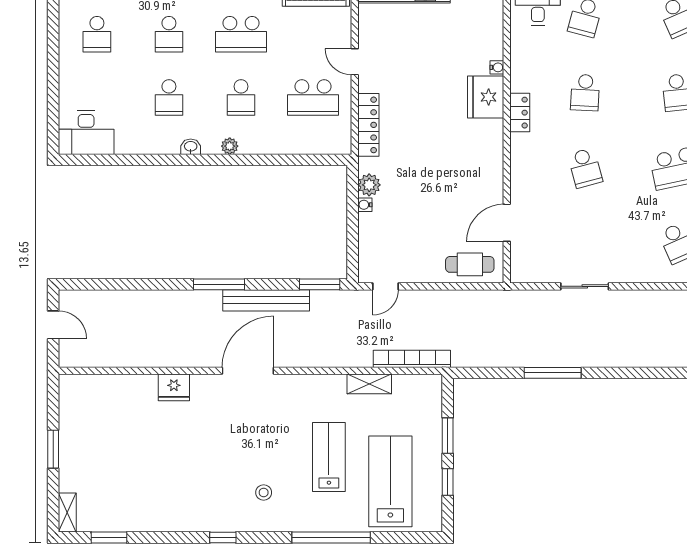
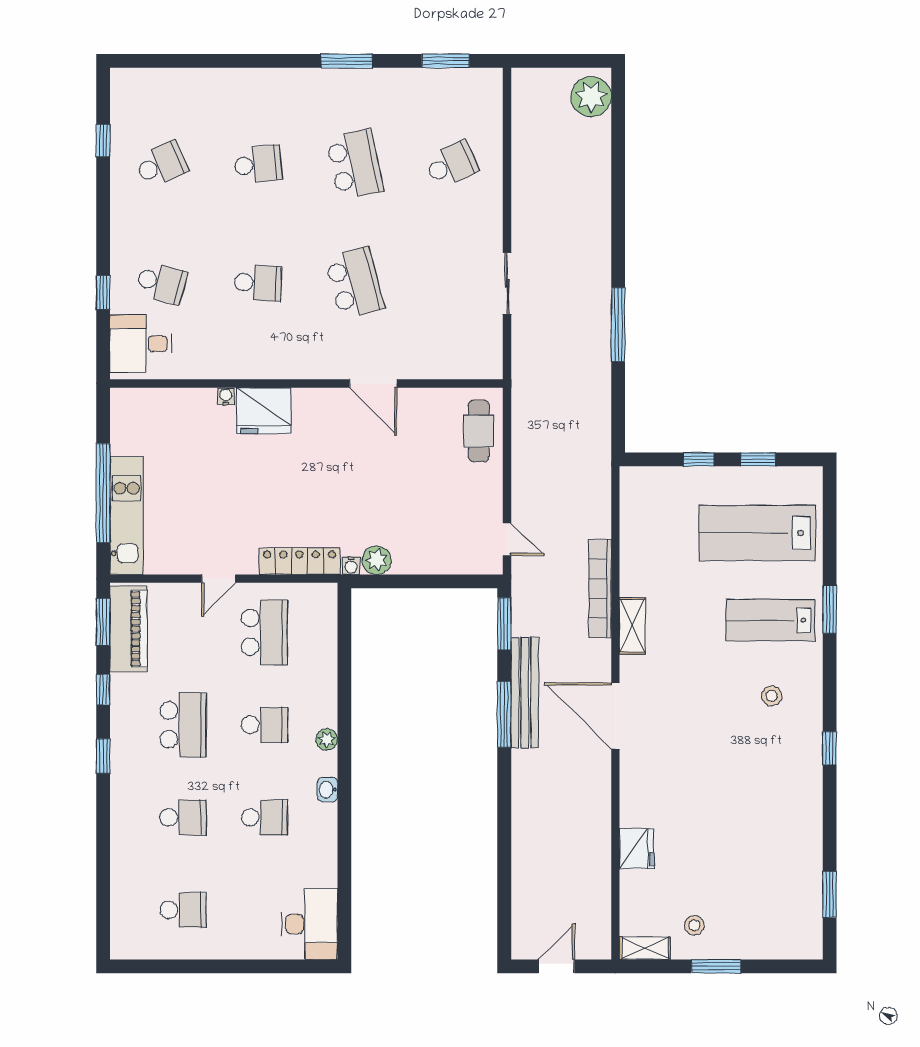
locker: (520, 113) -> (284, 367), removed
school desk: (585, 168) -> (355, 283), width x1.85
water cooler: (365, 205) -> (351, 566), moved
door: (507, 223) -> (373, 384), moved
window: (219, 284) -> (504, 714), moved
bookcase: (412, 359) -> (600, 589), moved
shelving: (369, 384) -> (632, 626), moved
fridge: (174, 387) -> (637, 849), moved
stool: (85, 432) -> (694, 925), added
window: (448, 436) -> (699, 459), width x0.67
lab bench: (329, 457) -> (770, 620), moved
shelving: (67, 513) -> (645, 948), moved
window: (331, 538) -> (830, 609), width x0.47

